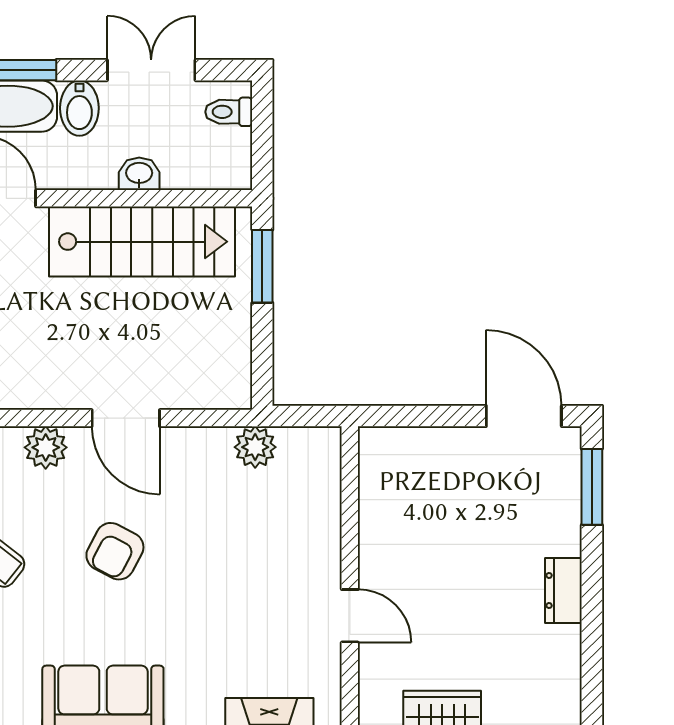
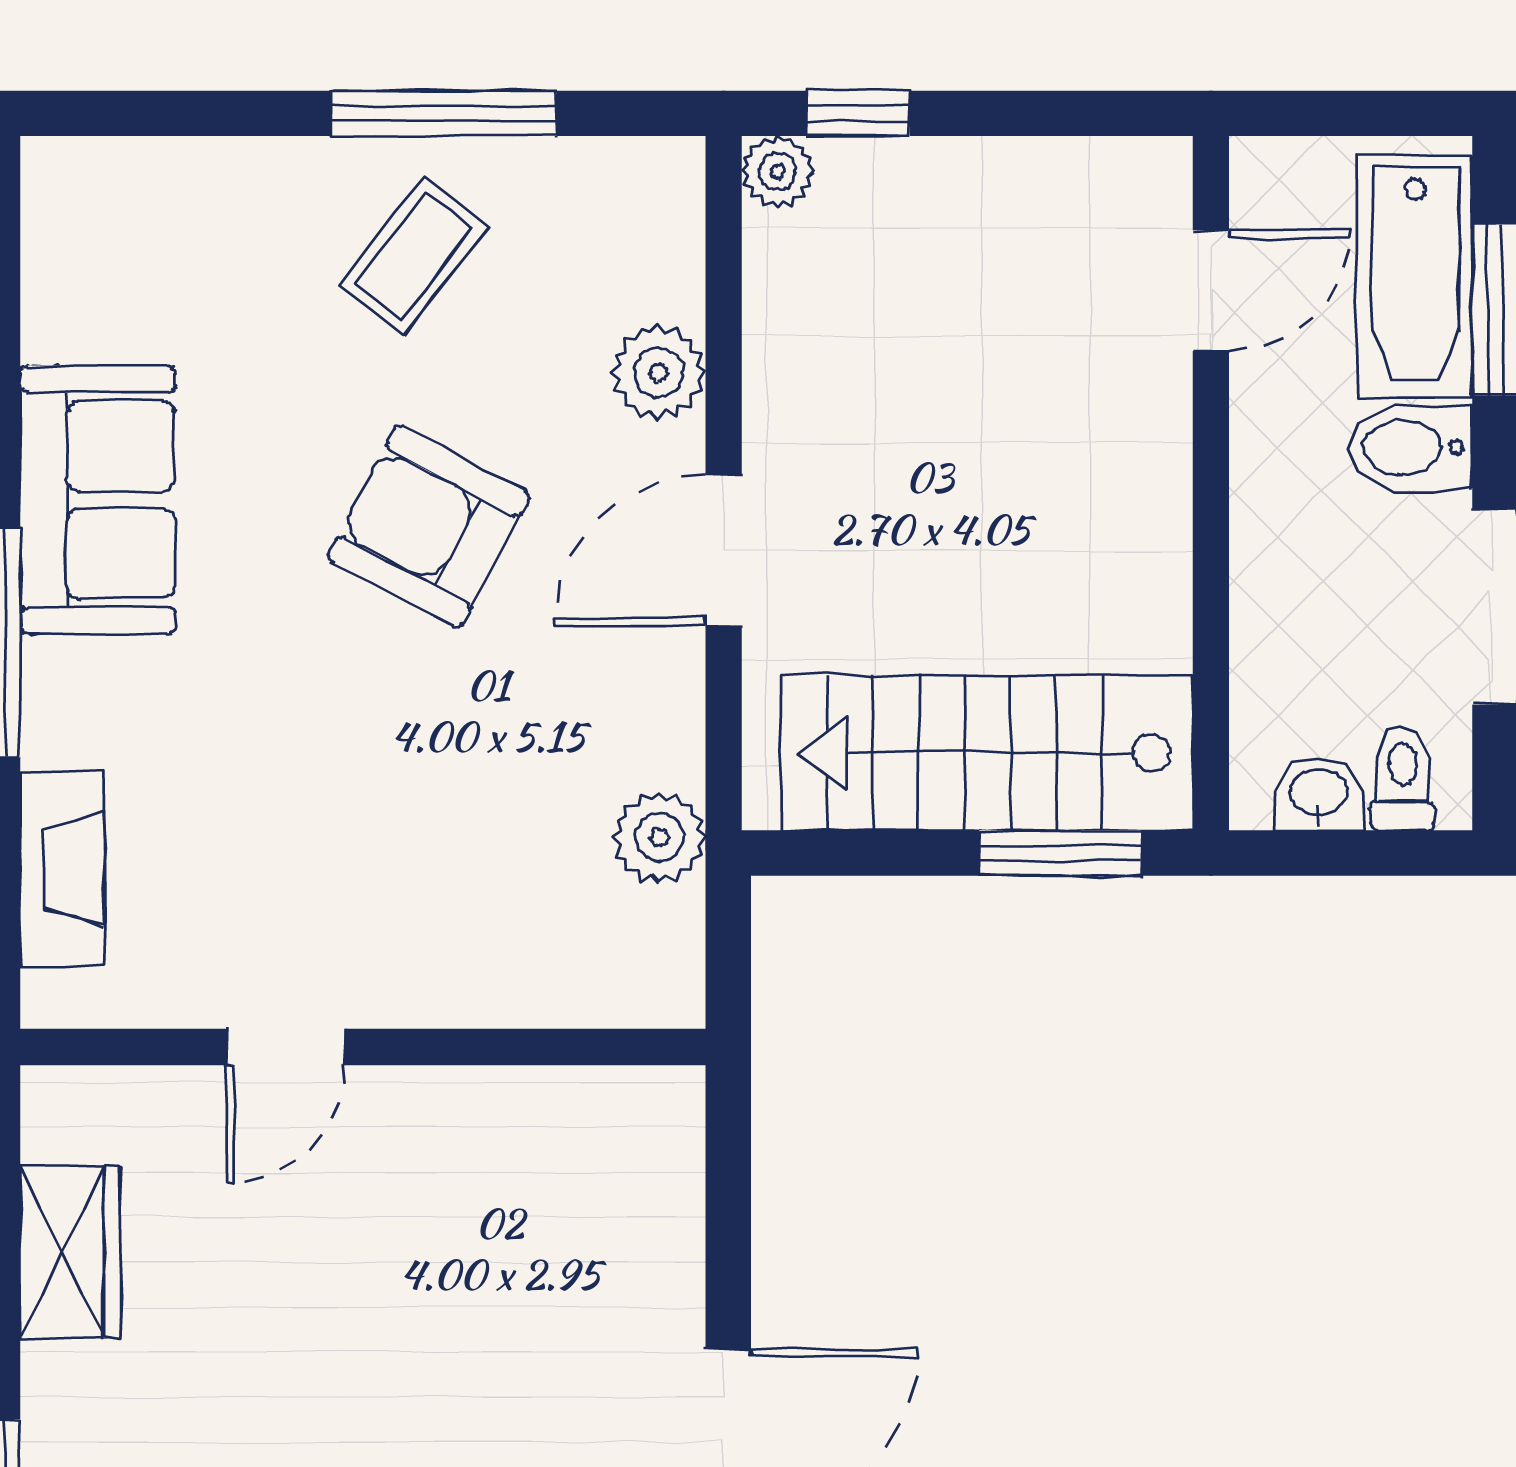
washbasin: (139, 174) -> (1319, 794), moved, turned -90
stairs: (142, 242) -> (987, 753), moved, turned 90
armchair: (115, 551) -> (429, 526), width x1.38, depth x1.38

